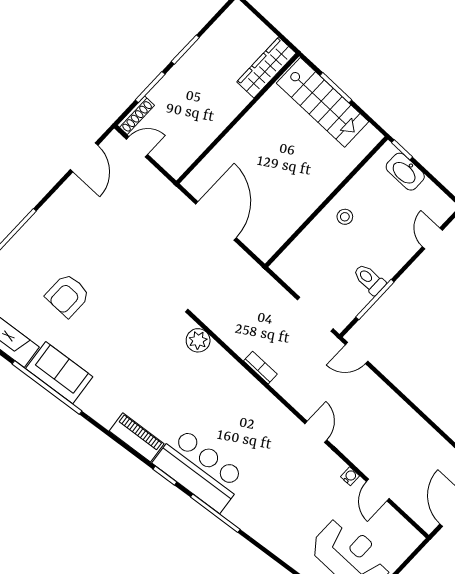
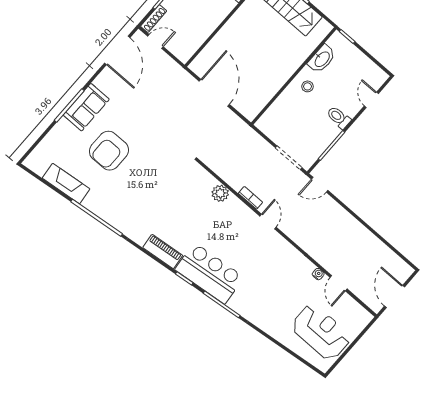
door: (84, 157) -> (117, 50), width x1.36
washbasin: (405, 172) -> (322, 59), moved, turned -90
toilet: (369, 279) -> (339, 117), moved
armchair: (68, 295) -> (109, 151), width x1.36, depth x1.36
plant: (198, 340) -> (220, 193), moved
sofa: (59, 373) -> (86, 107), moved, turned 96
door: (316, 432) -> (268, 222), moved

